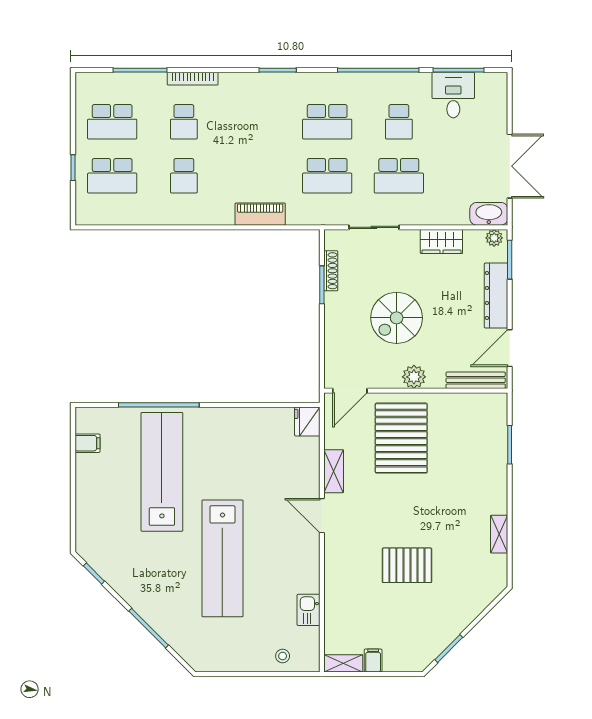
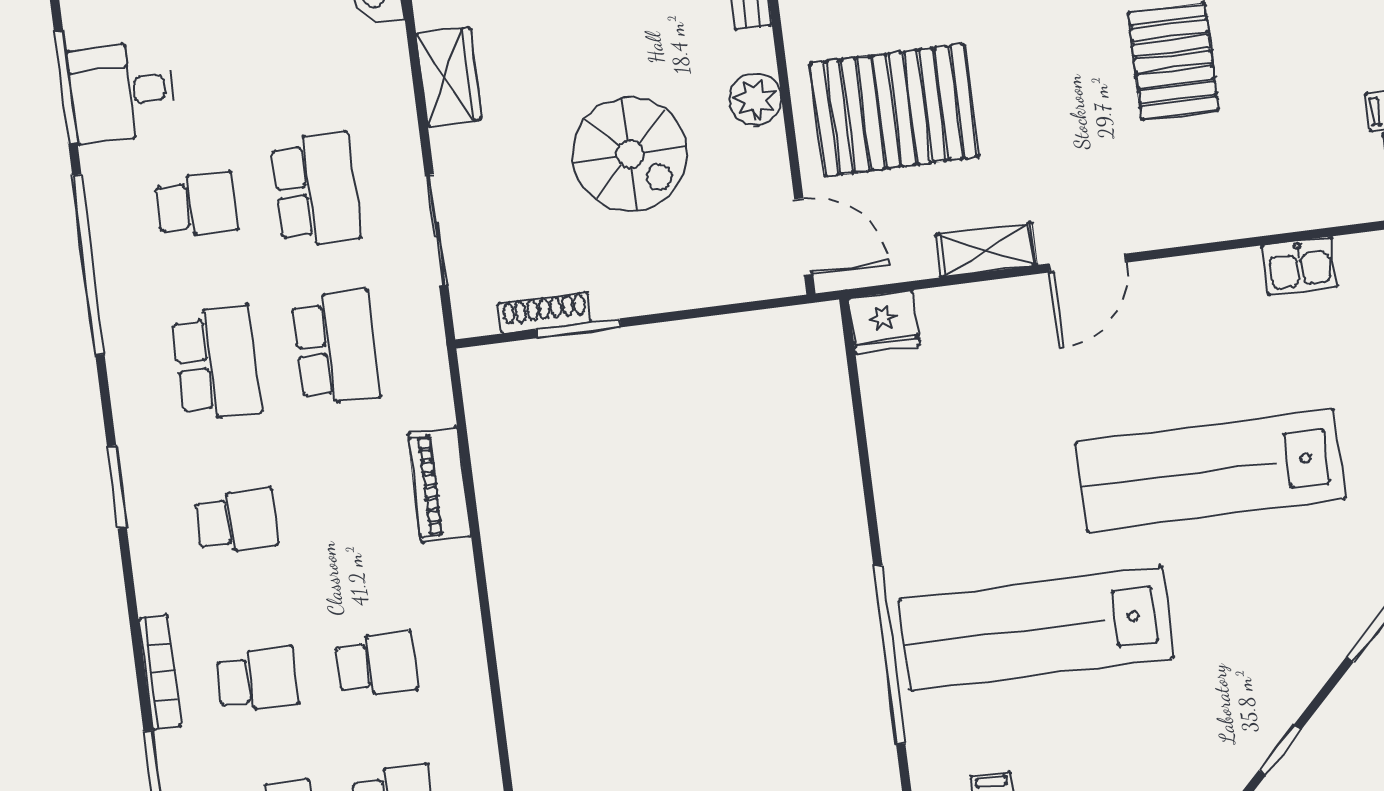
school desk: (255, 122) -> (237, 521), added
lab bench: (222, 558) -> (1210, 471), turned 180

